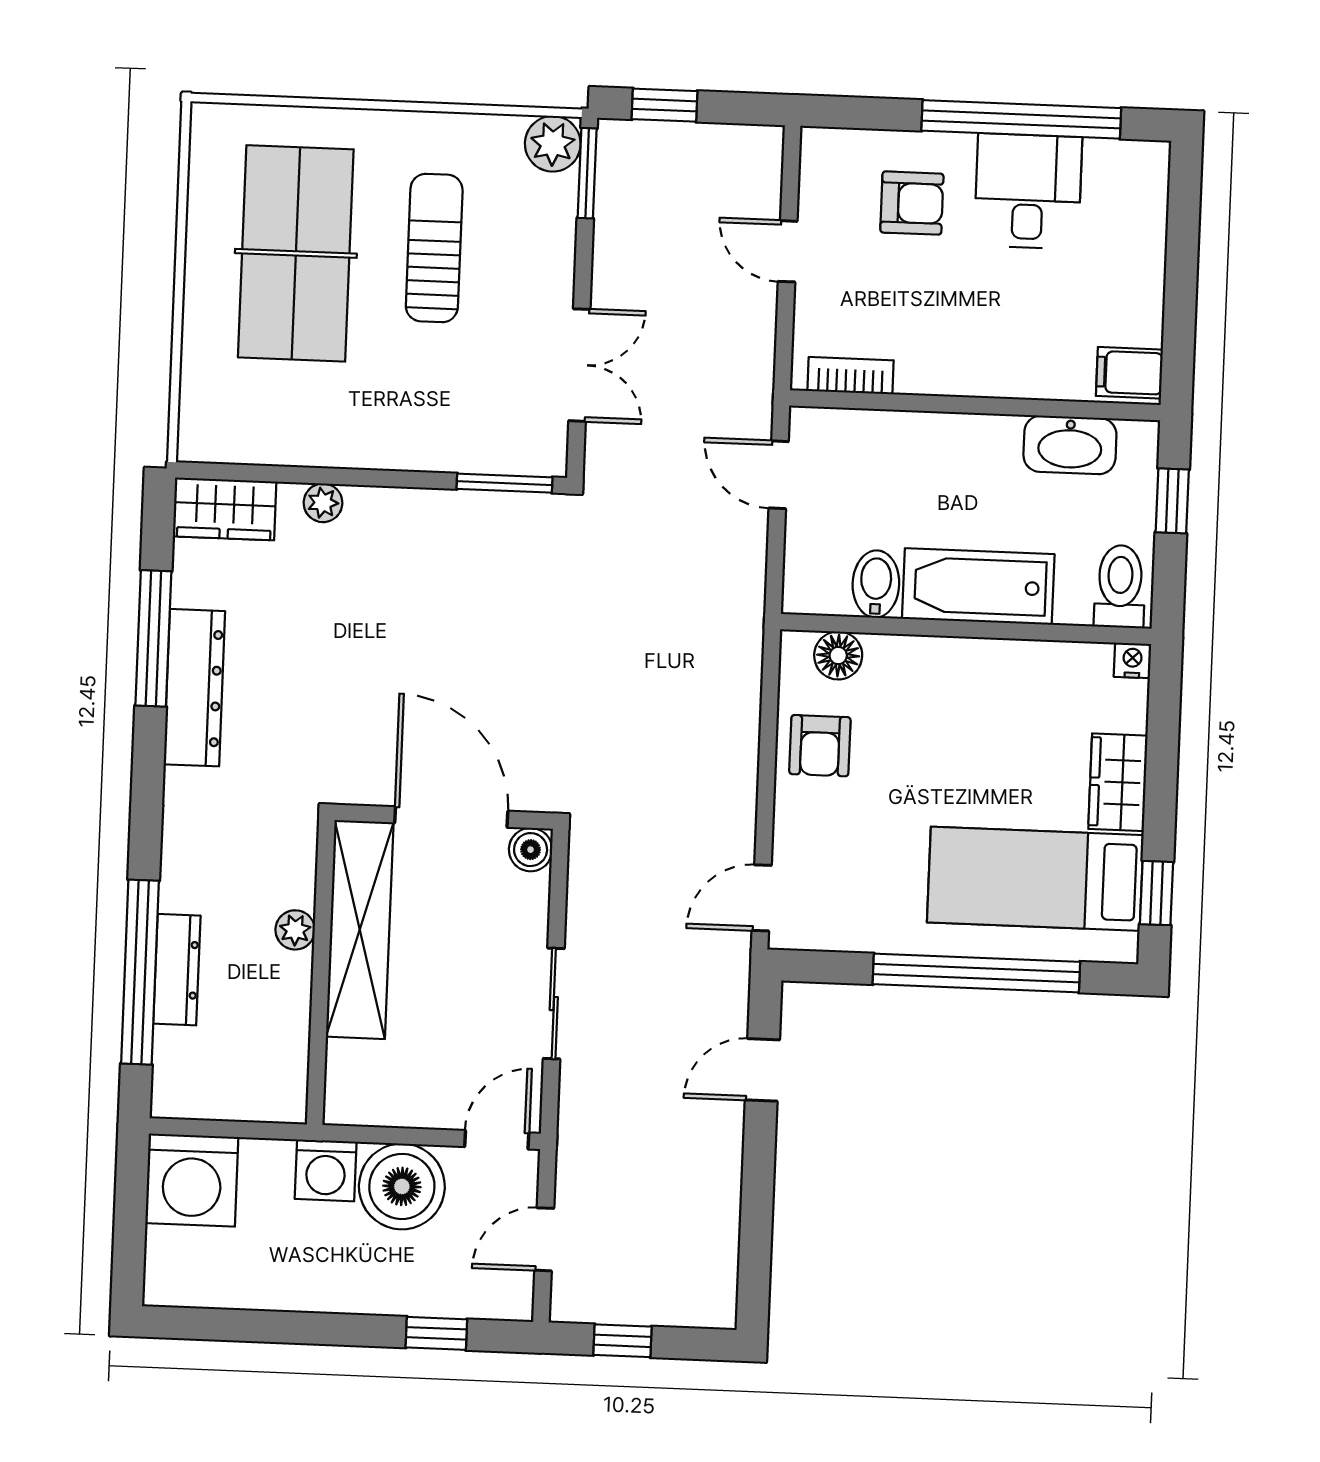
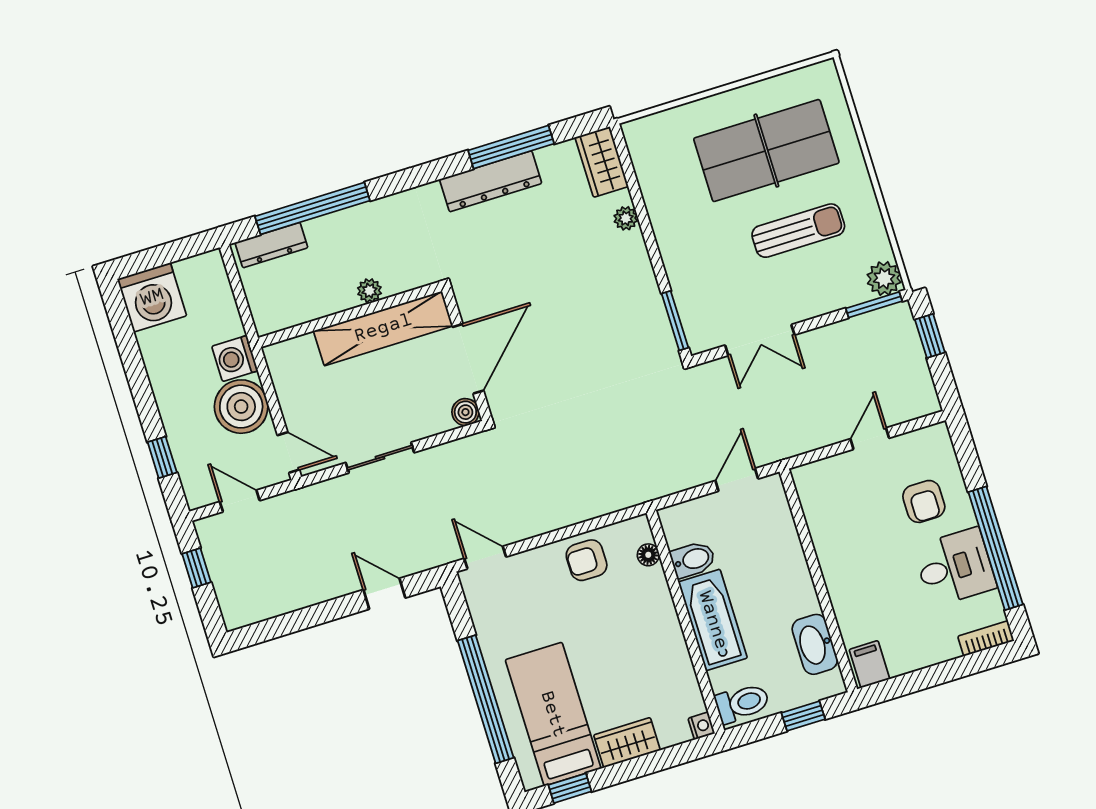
bookcase: (850, 376) -> (986, 638), moved, turned -90
floor lamp: (838, 655) -> (648, 555), width x0.73, depth x0.73
dresser: (177, 970) -> (271, 245), moved
washing machine: (192, 1180) -> (152, 297), moved, turned -90

